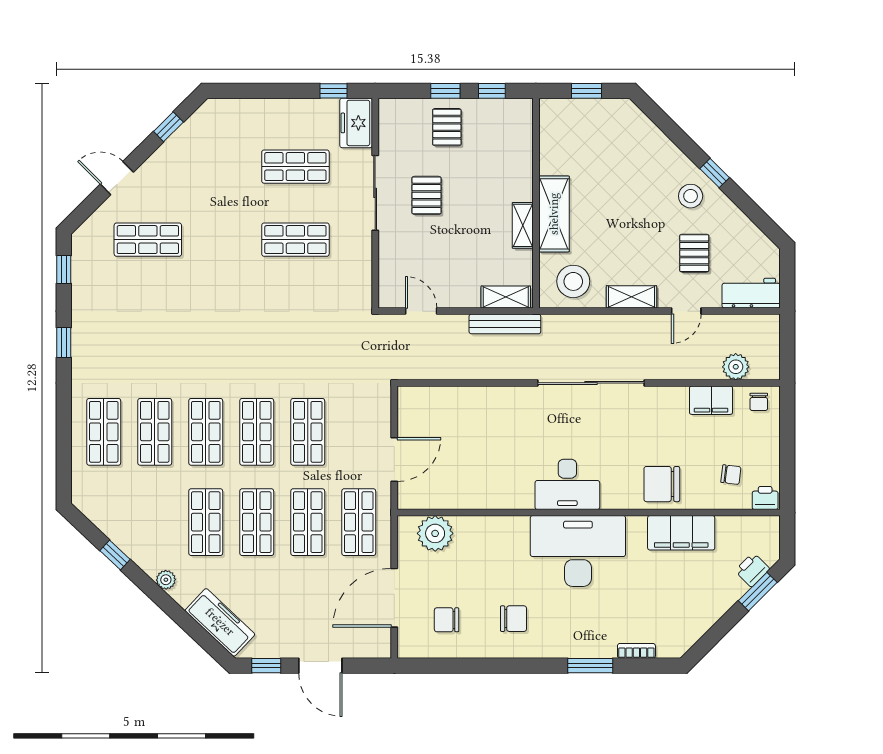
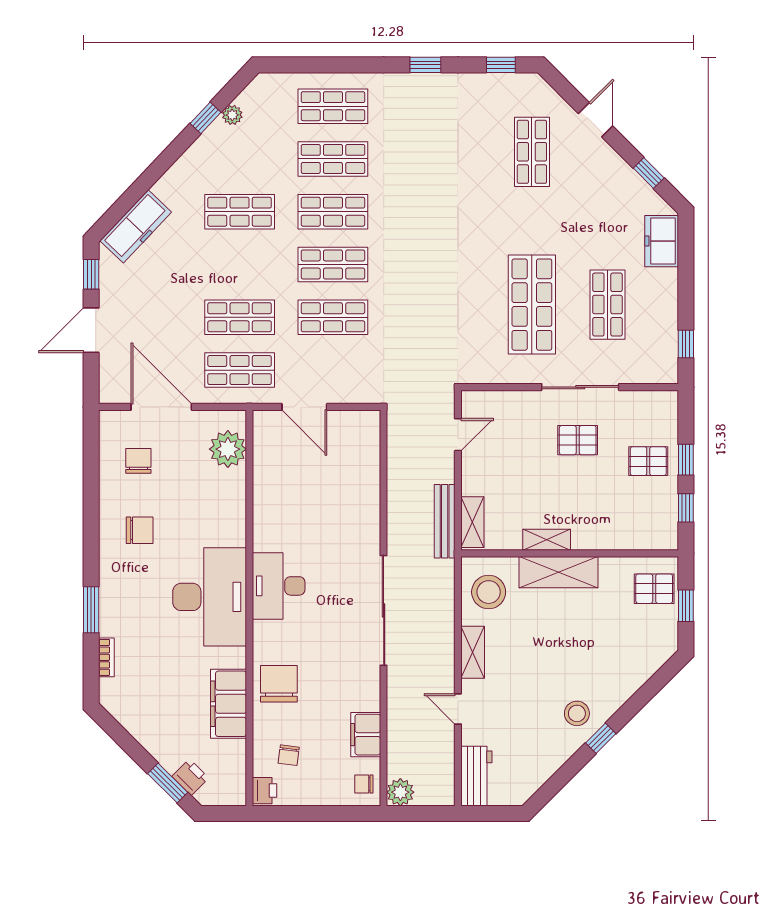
freezer: (356, 123) -> (662, 241), moved, turned -90
shop shelf: (295, 240) -> (532, 305), width x1.43, depth x1.36
pallet: (694, 253) -> (654, 589), moved
plant: (736, 367) -> (400, 792), moved
shop shelf: (257, 522) -> (240, 264), removed
plant: (166, 580) -> (232, 115), moved
chair: (513, 619) -> (140, 530), turned -90

